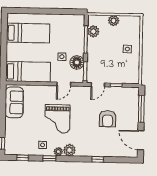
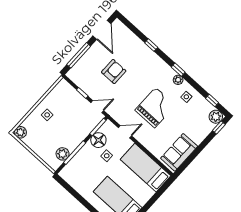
plant: (114, 21) -> (20, 132), moved
plant: (70, 150) -> (216, 117), moved
window: (49, 158) -> (178, 70), moved

